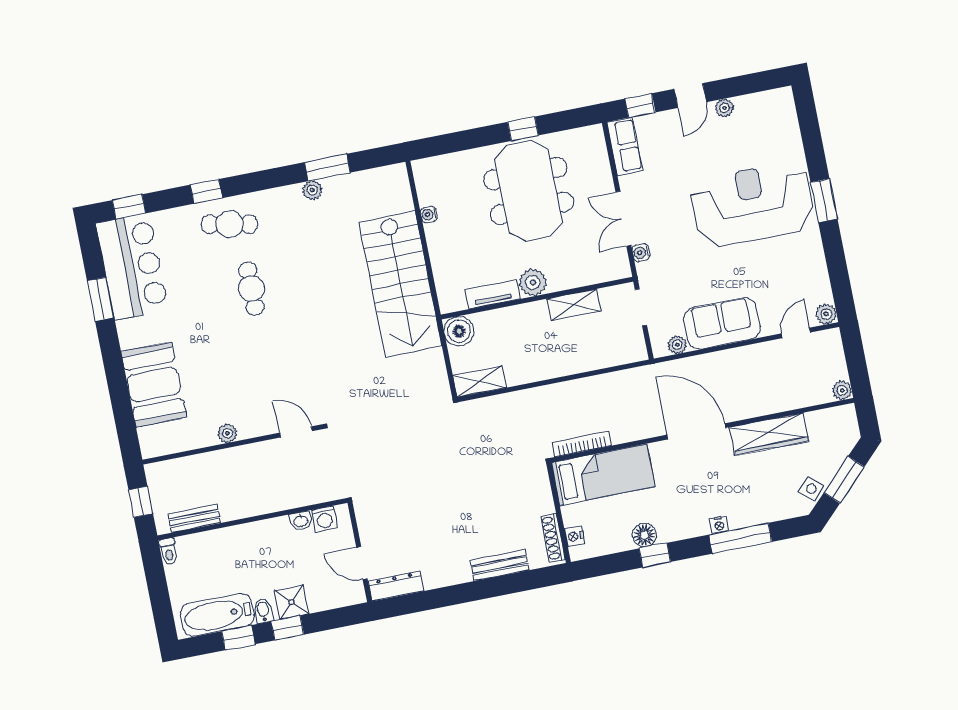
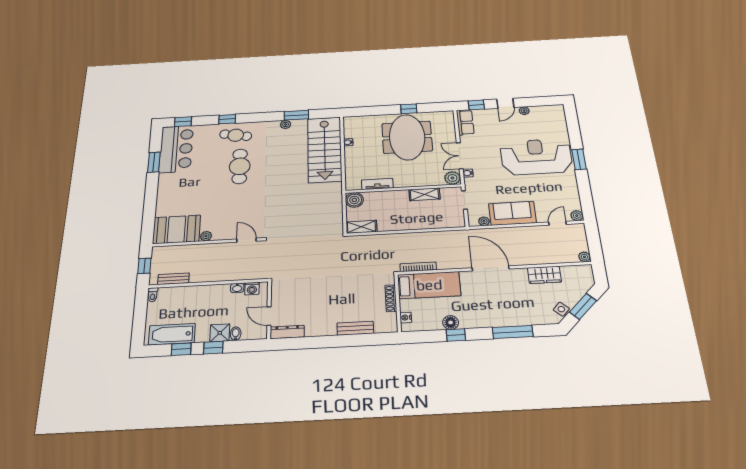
plant: (533, 283) -> (452, 178), moved
stairs: (400, 284) -> (325, 149), moved
cafe table: (251, 289) -> (240, 166), width x1.37, depth x1.35
booth: (154, 384) -> (176, 229), moved, turned 90
wardrobe: (769, 434) -> (544, 275), width x0.67
nightstand: (719, 525) -> (500, 322), removed
shoe rack: (553, 538) -> (391, 298), moved
bidet: (263, 611) -> (236, 334), moved

